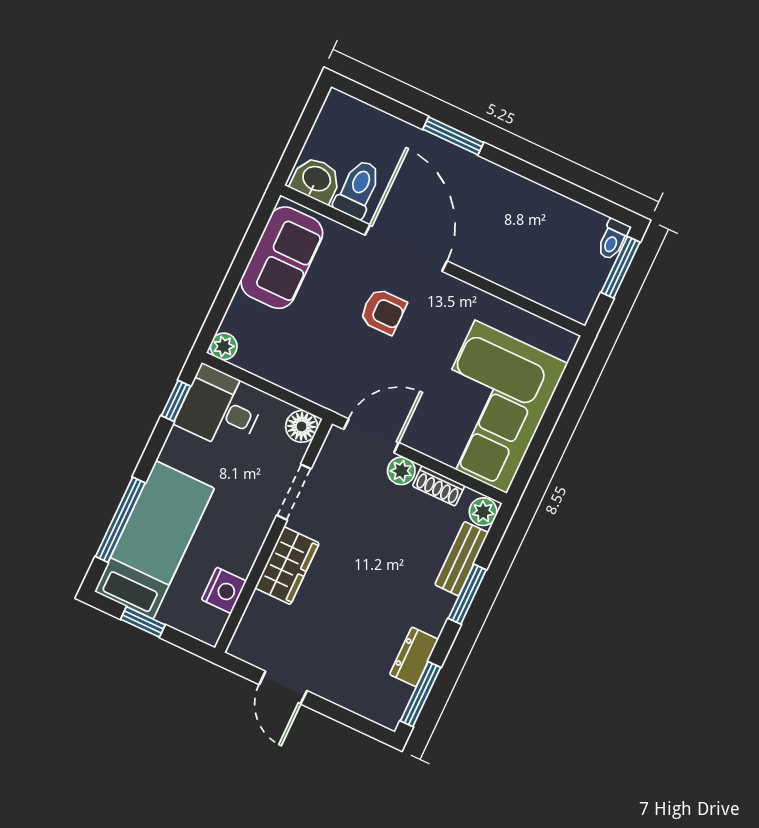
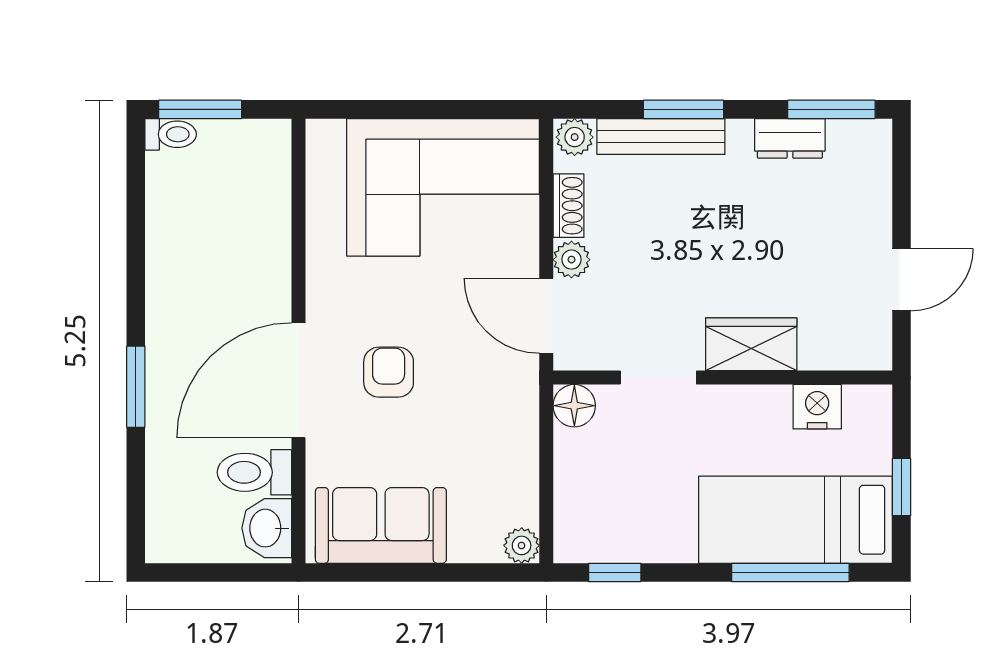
desk: (221, 409) -> (599, 514), removed
bench: (462, 559) -> (661, 136), width x1.36

